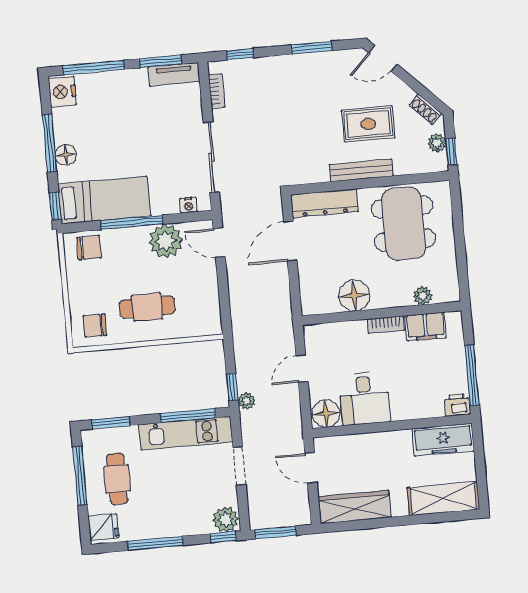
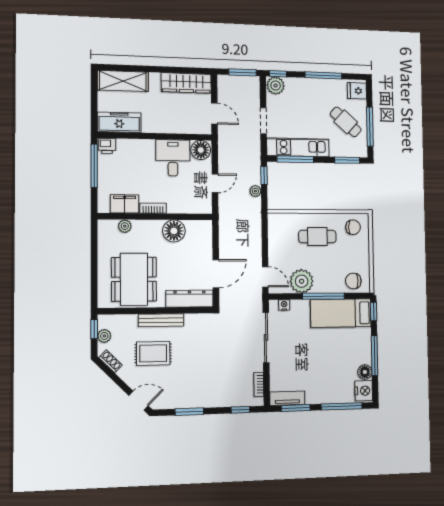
floor lamp: (66, 155) -> (365, 372), moved
plant: (246, 401) -> (255, 191), moved
cafe table: (117, 479) -> (346, 122), turned -48

